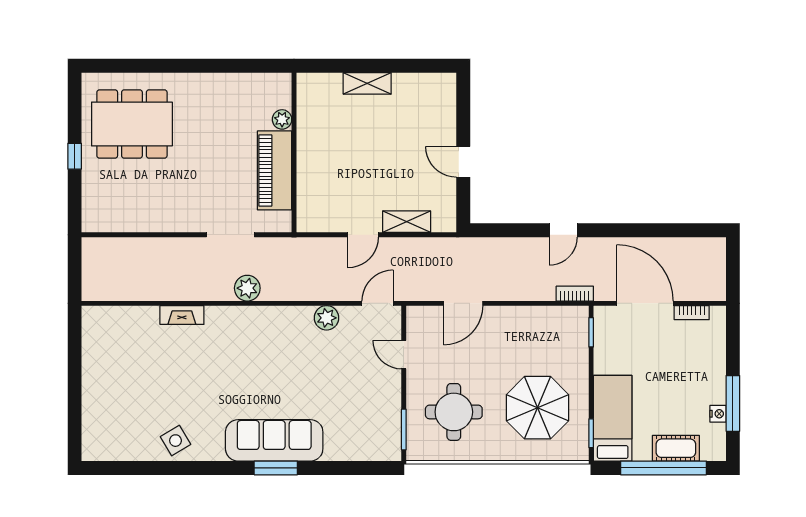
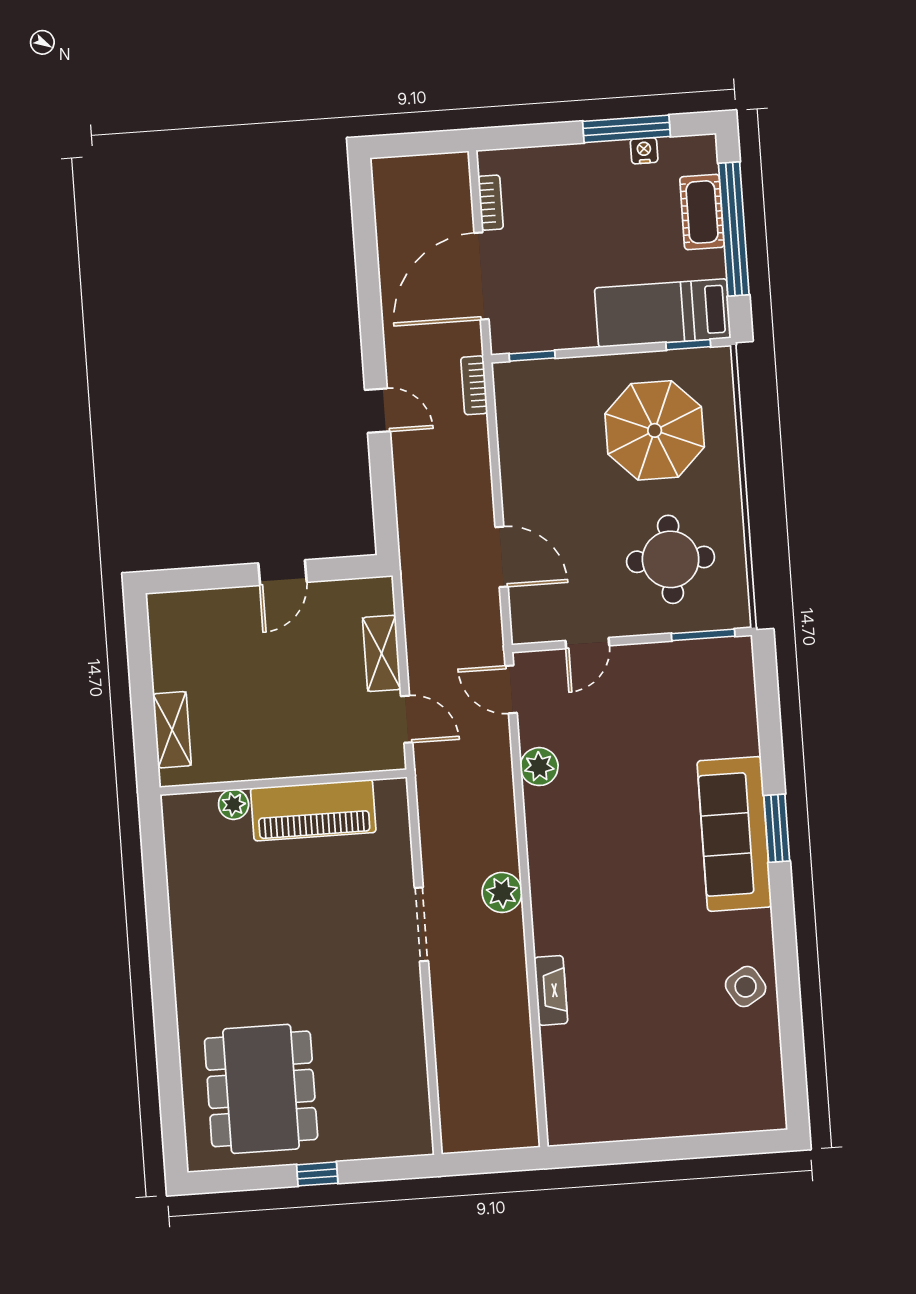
plant: (282, 119) -> (234, 804), moved
wall: (294, 153) -> (283, 782), moved
piano: (275, 170) -> (313, 810), moved

